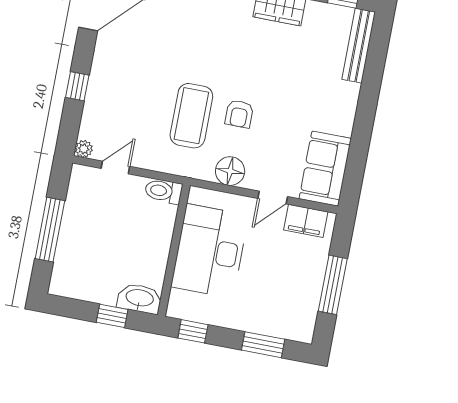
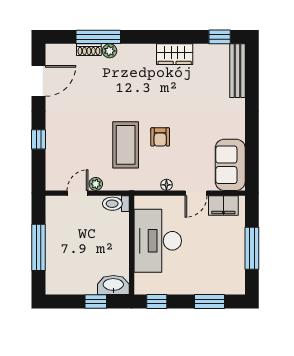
plant: (84, 149) -> (96, 184), moved
floor lamp: (230, 171) -> (166, 185), width x0.53, depth x0.53

